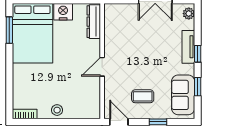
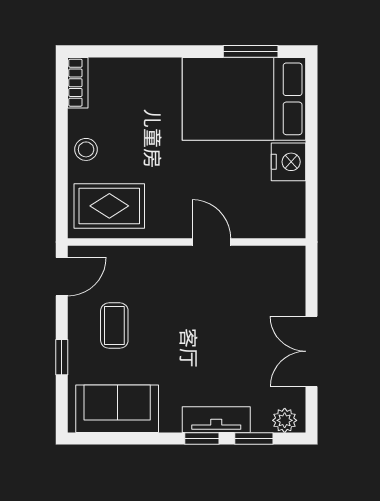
dresser: (94, 22) -> (268, 225), removed
door: (102, 67) -> (212, 242), moved
window: (198, 87) -> (254, 439), moved
rug: (85, 99) -> (109, 206), added

